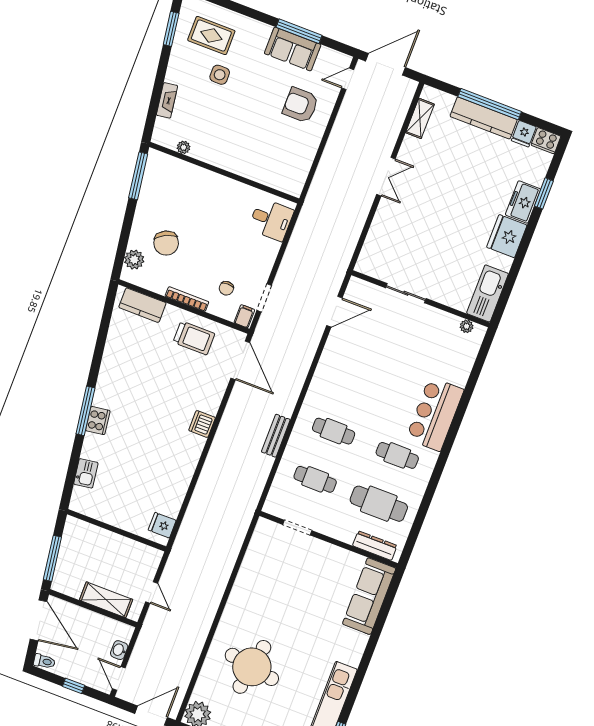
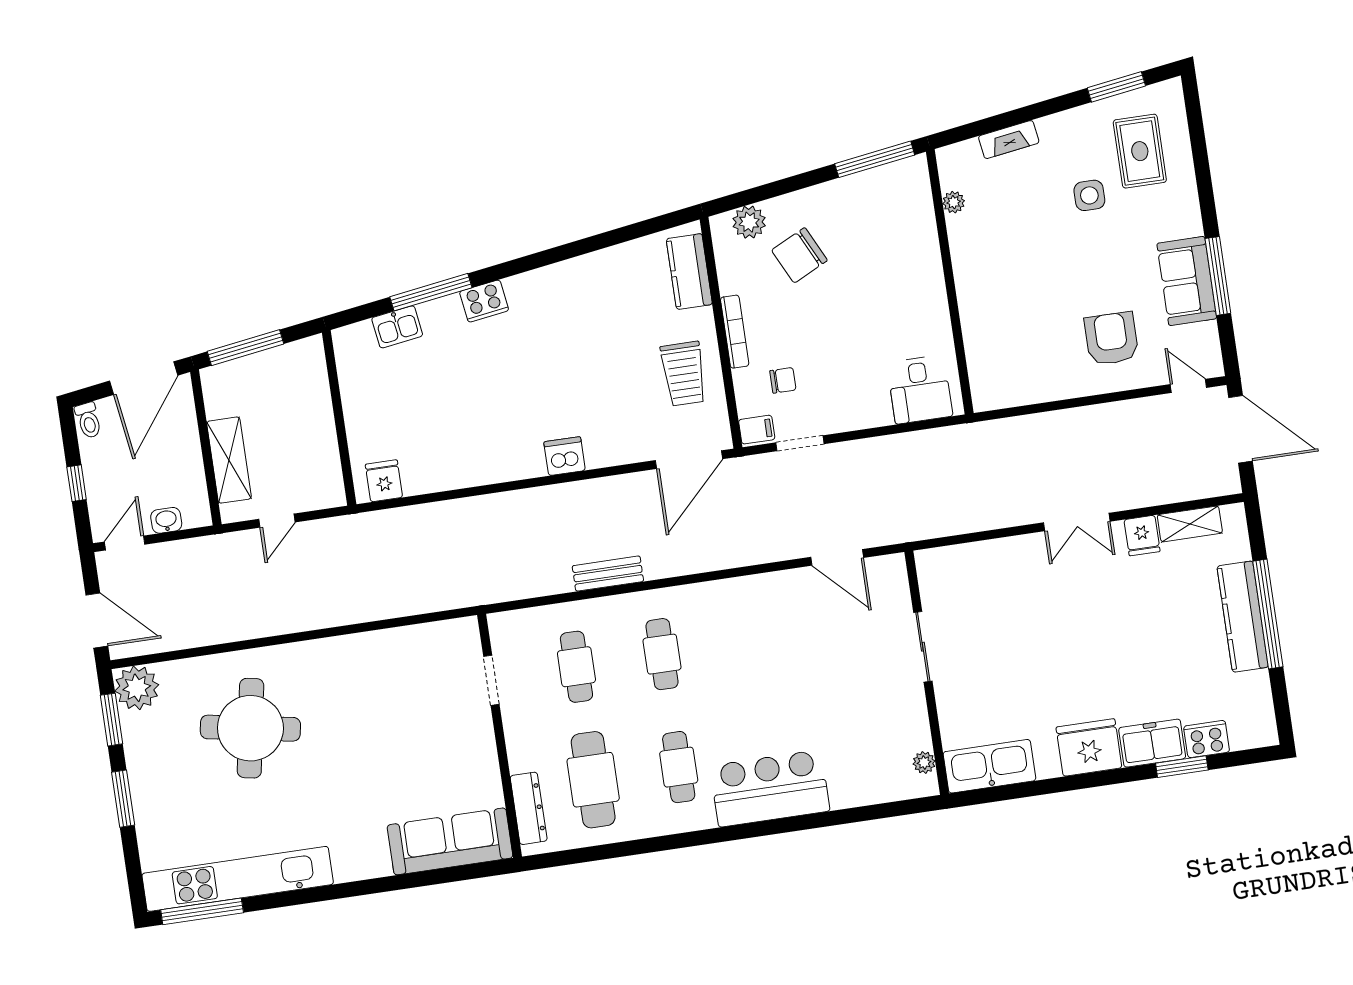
fridge: (524, 134) -> (1142, 536), moved, turned -90
cooker: (546, 141) -> (1207, 739), moved, turned 90
chair: (226, 288) -> (783, 380), turned 180
window: (85, 411) -> (431, 292), moved

